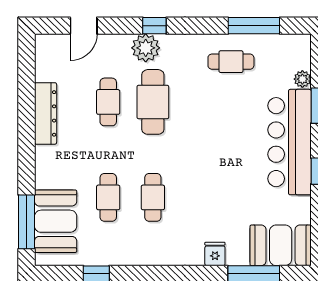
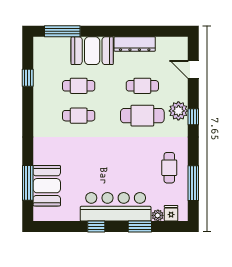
booth: (56, 221) -> (92, 51), moved
booth: (281, 245) -> (47, 186), moved
fridge: (215, 254) -> (171, 213), moved, turned -90

